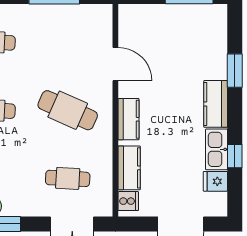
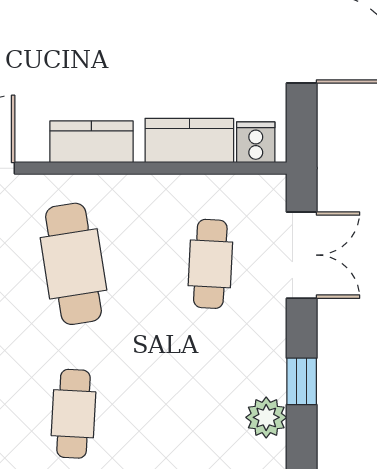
cafe table: (68, 110) -> (73, 264), turned -33

